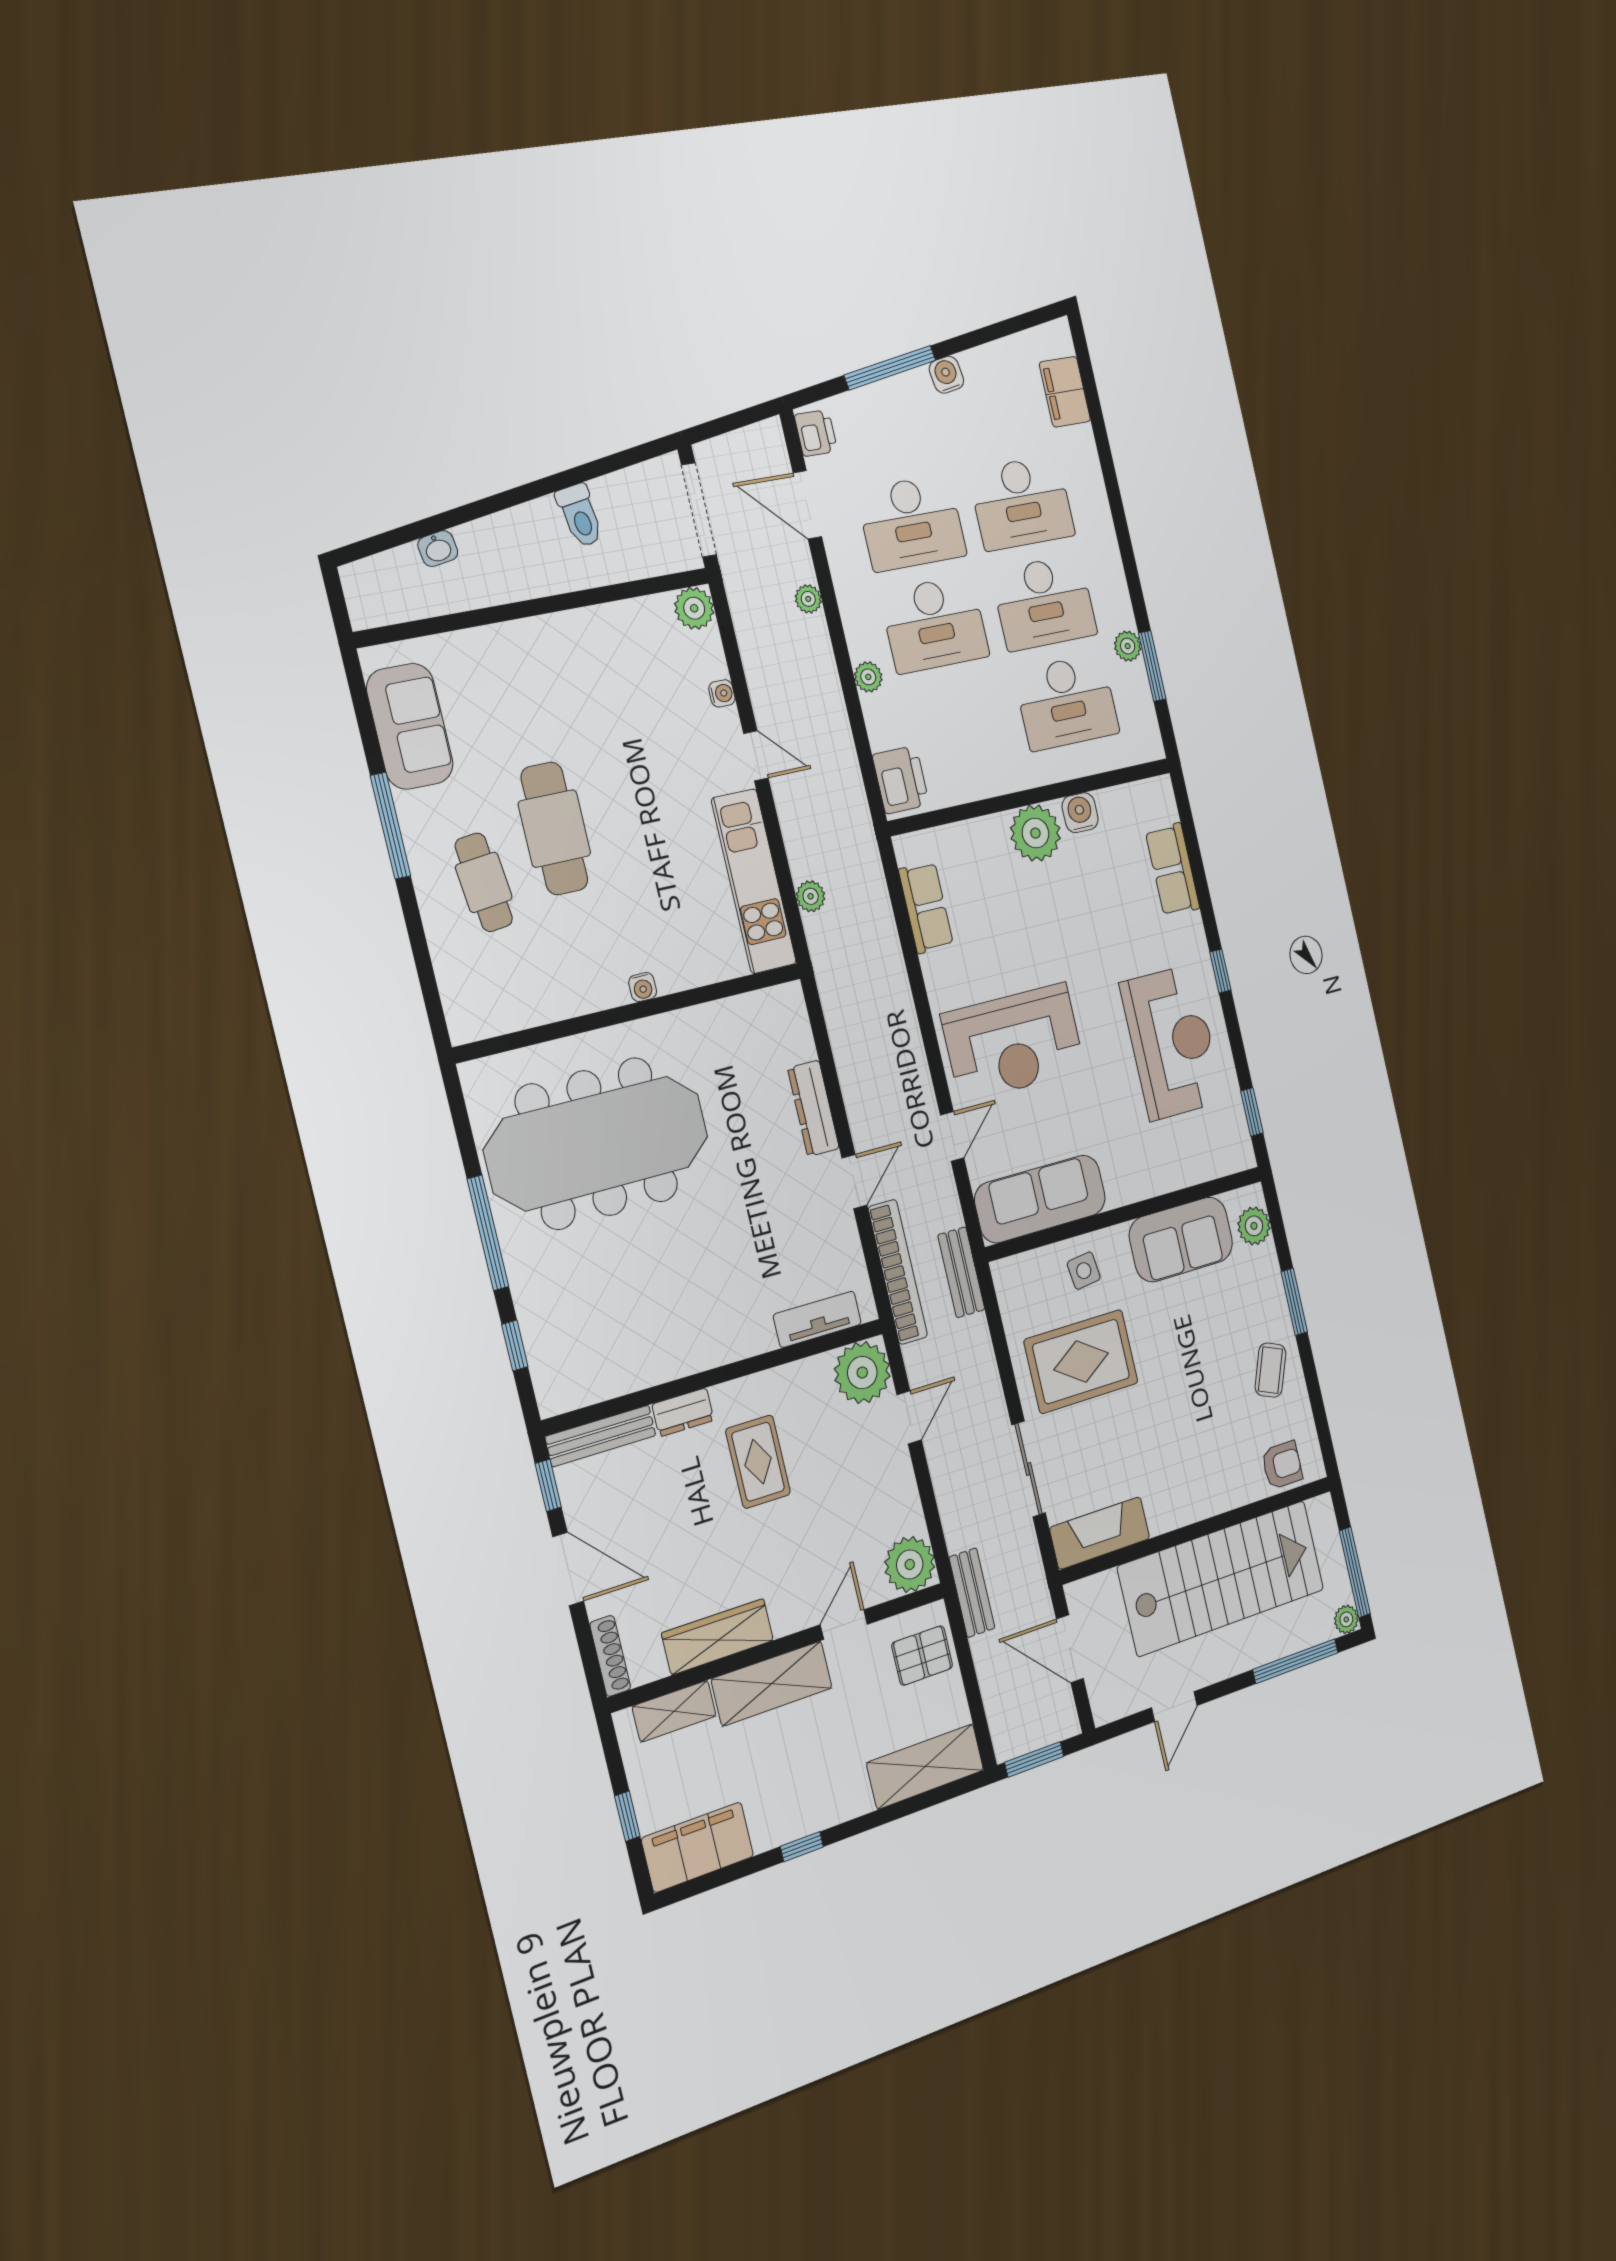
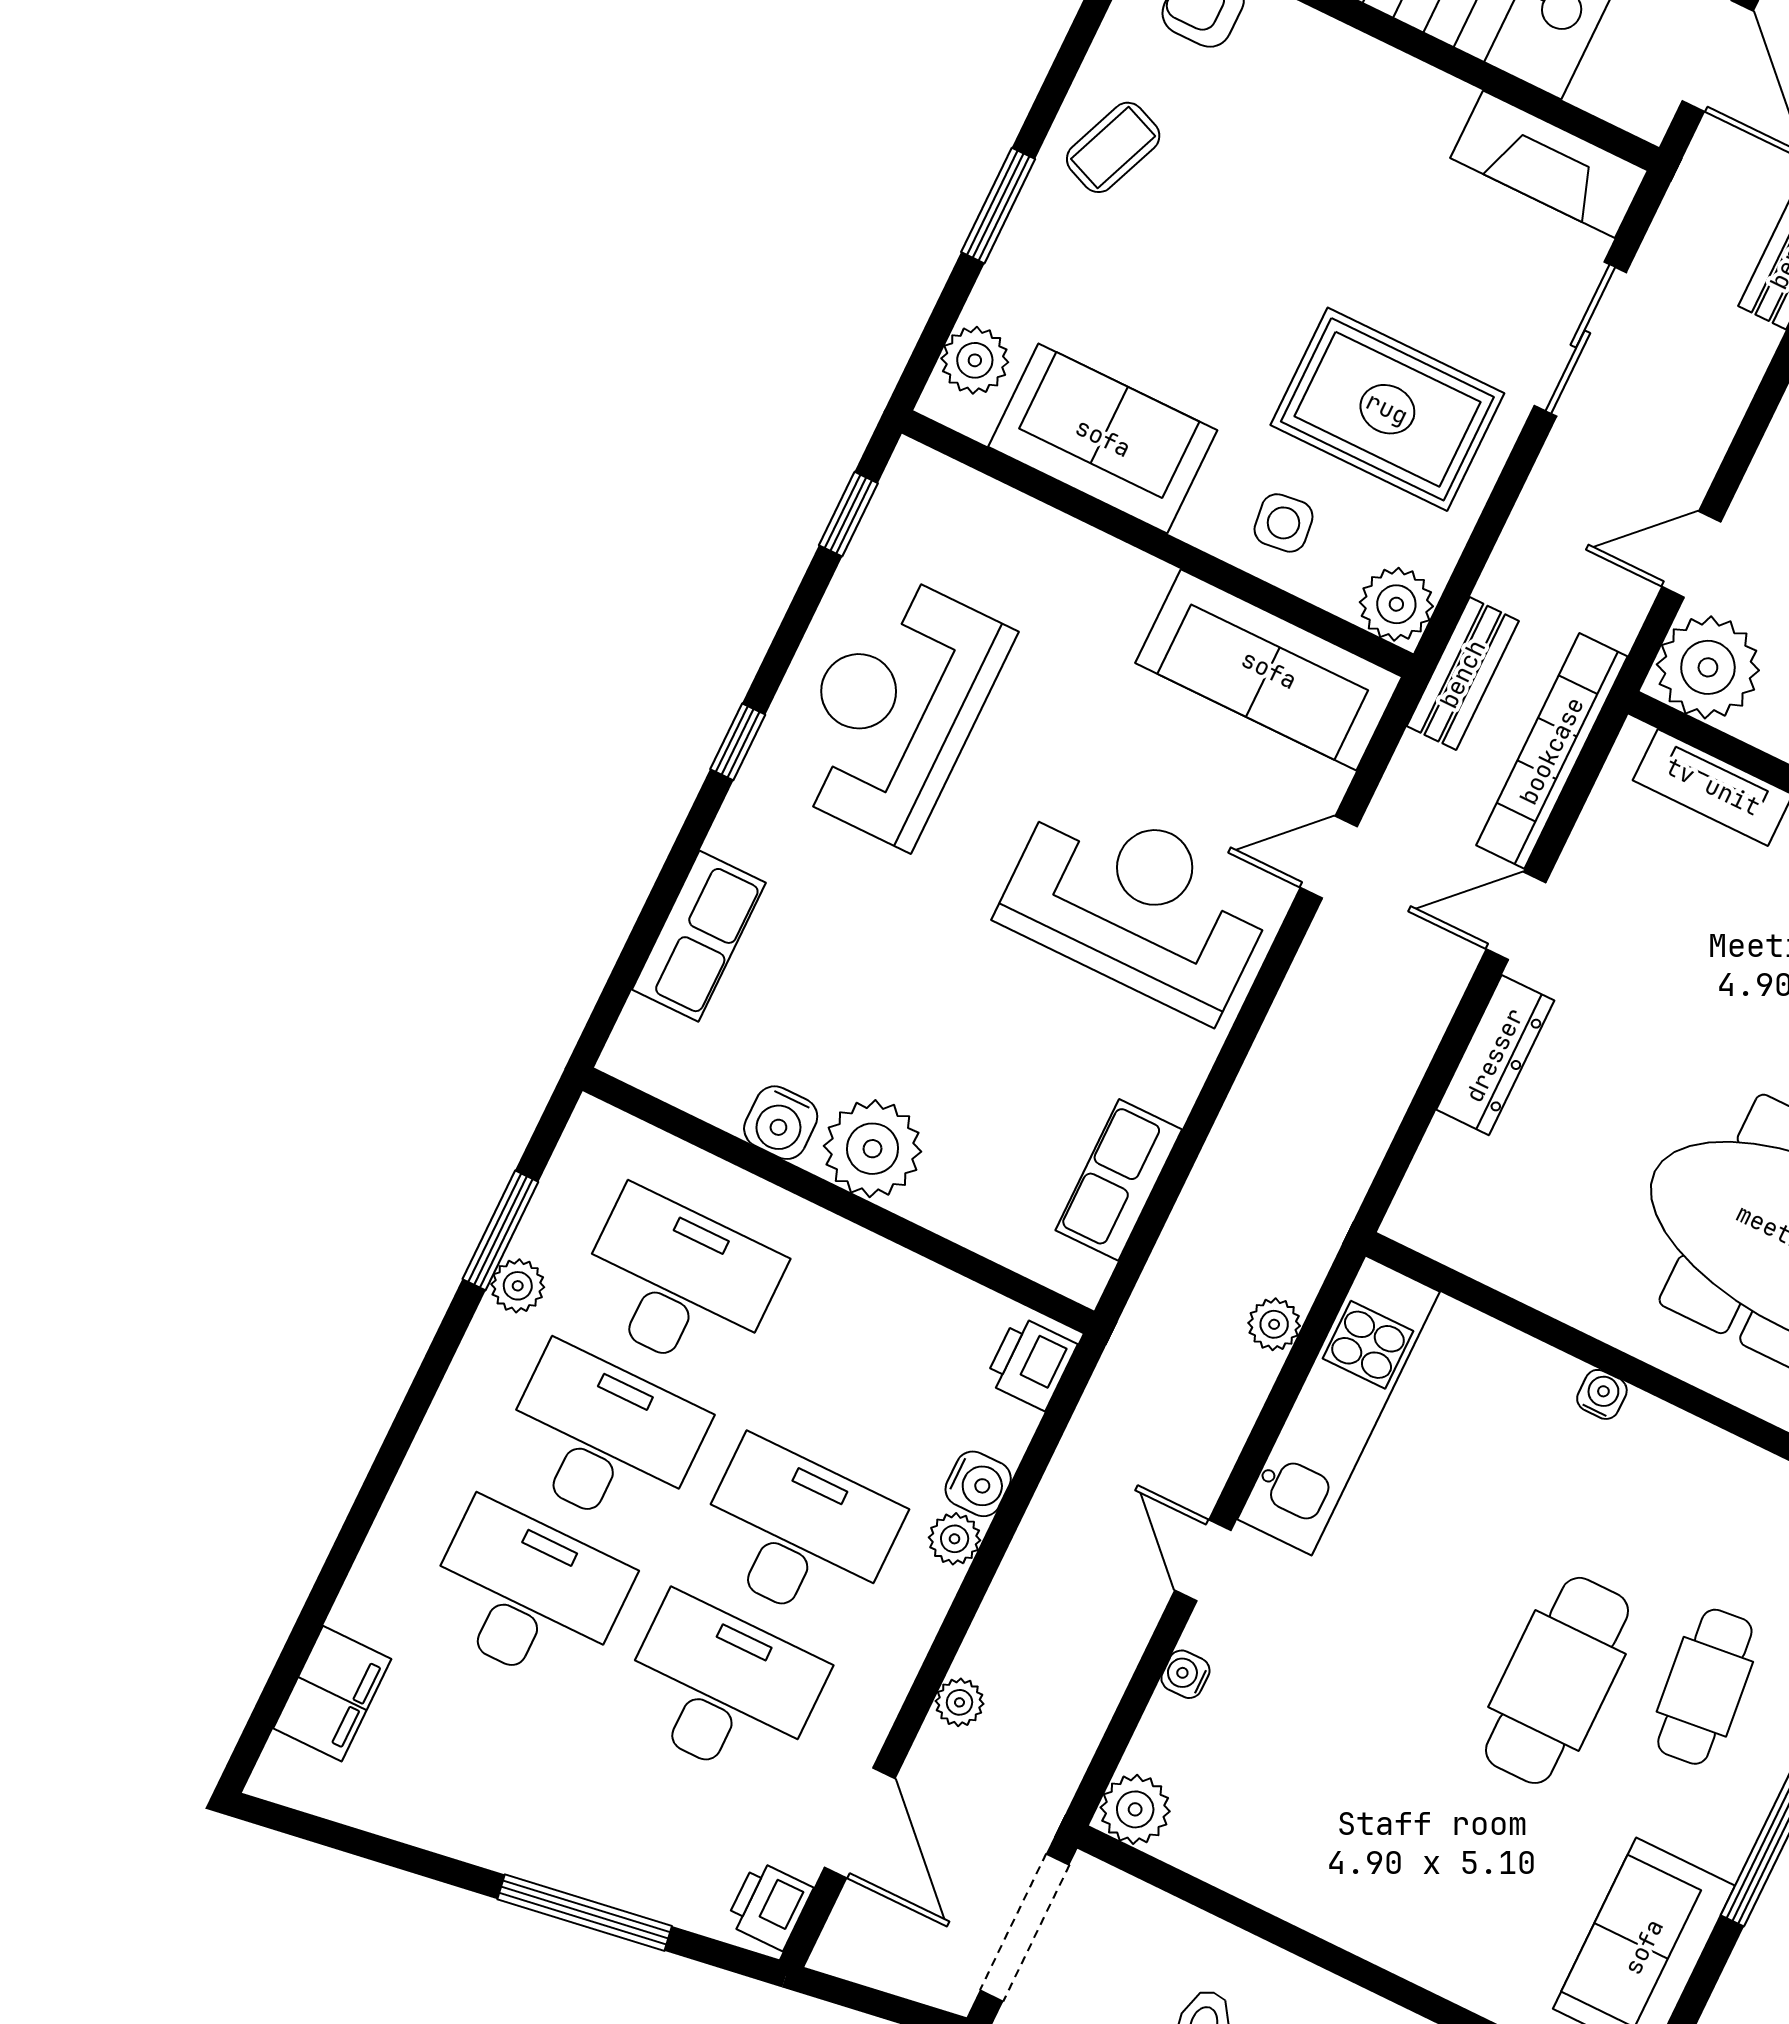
water cooler: (946, 375) -> (978, 1484), moved, turned -81
printer: (901, 780) -> (1031, 1363), width x0.73, depth x0.81
plant: (1012, 1278) -> (1396, 604), added

